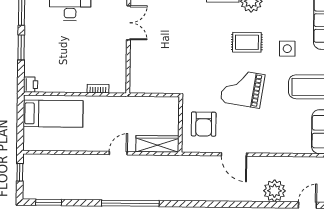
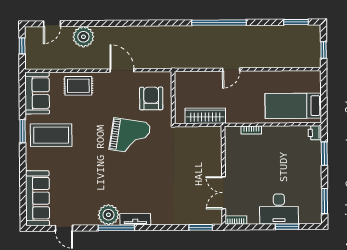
rug: (247, 42) -> (78, 86), moved
window: (21, 47) -> (324, 154), moved
side table: (287, 49) -> (74, 171), removed
grand piano: (243, 88) -> (130, 136), moved
wardrobe: (157, 144) -> (205, 116), moved, turned 180

